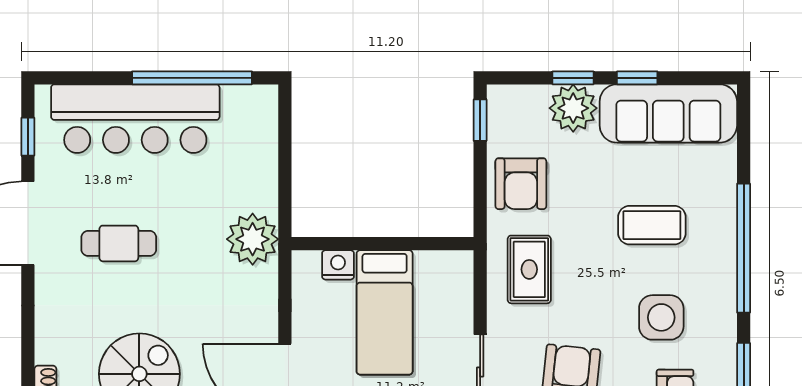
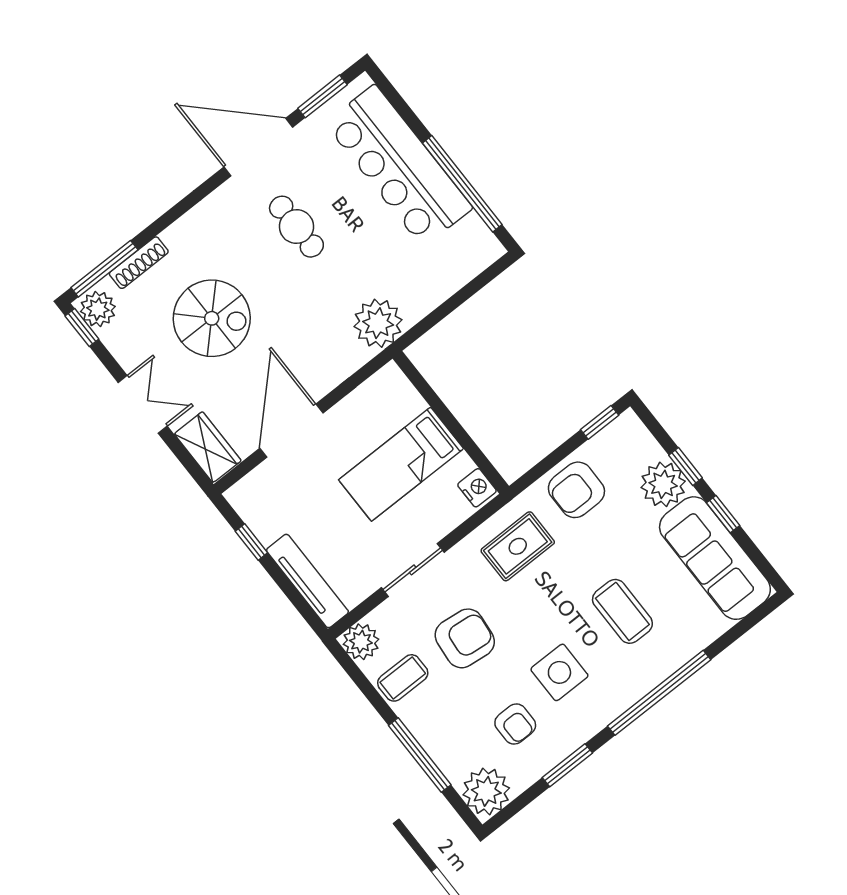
window: (28, 137) -> (322, 96), width x1.50
nightstand: (338, 265) -> (477, 488), moved

